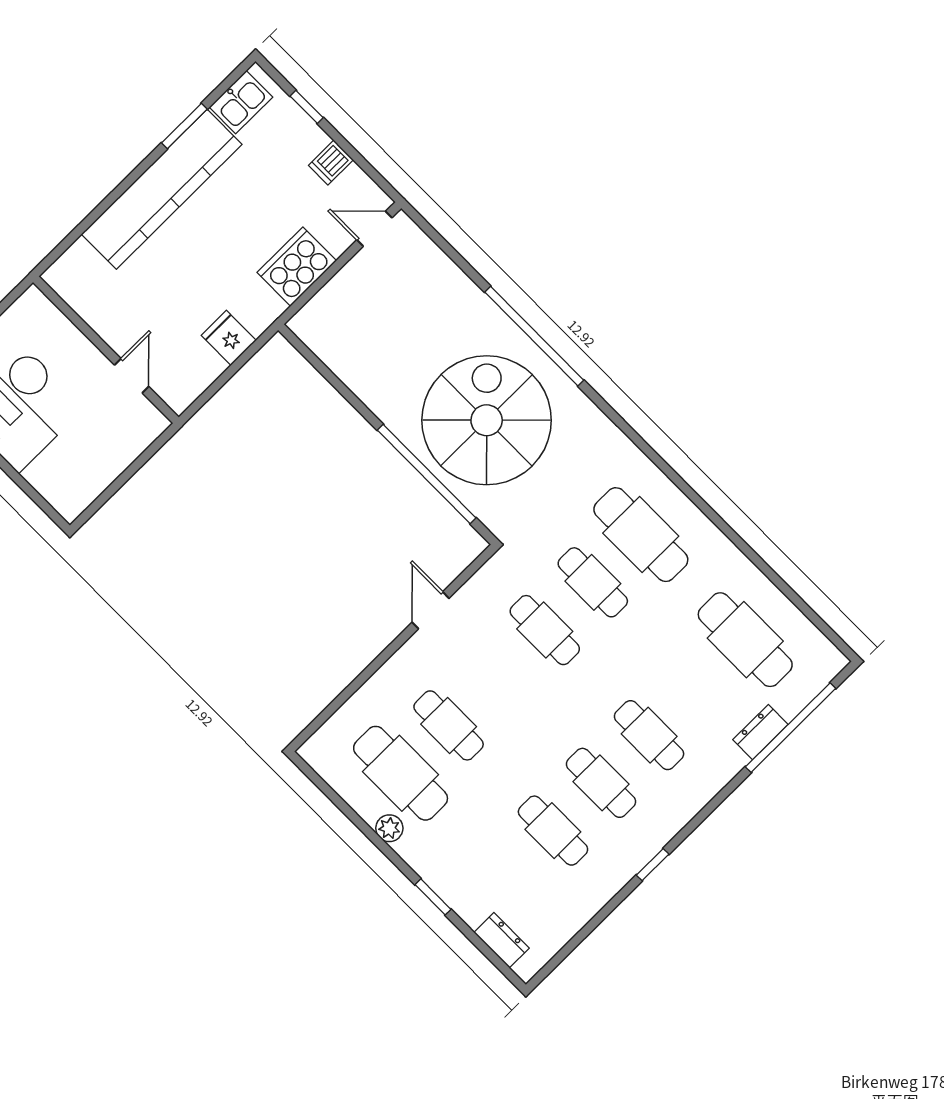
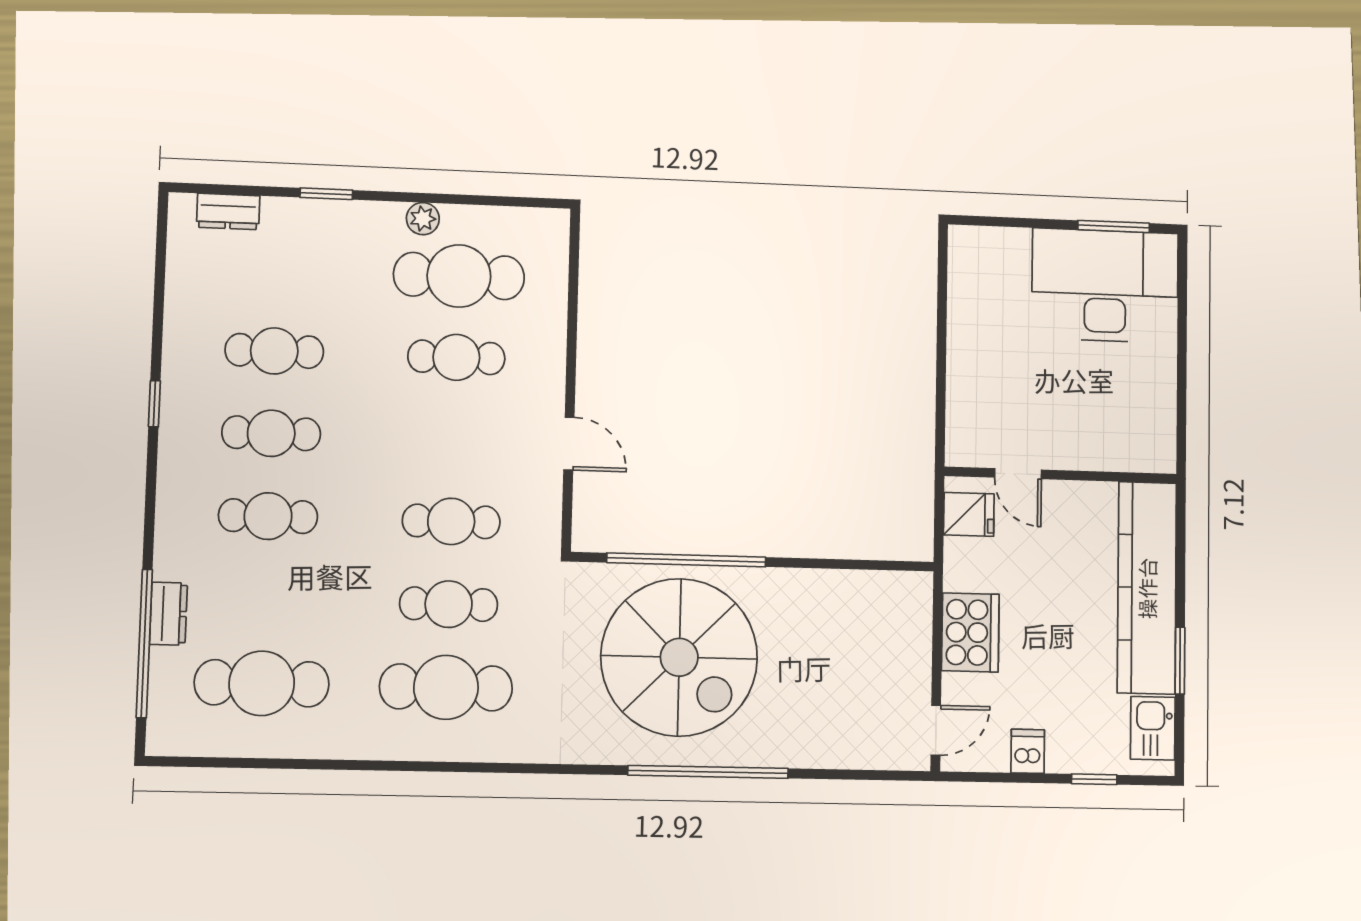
wall: (106, 350) -> (1061, 475), moved
door: (132, 376) -> (1018, 474), moved

